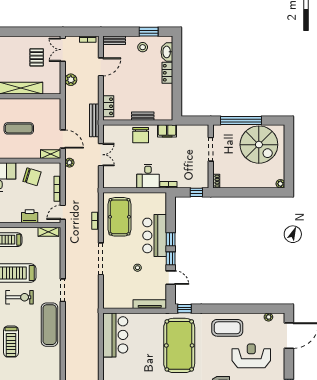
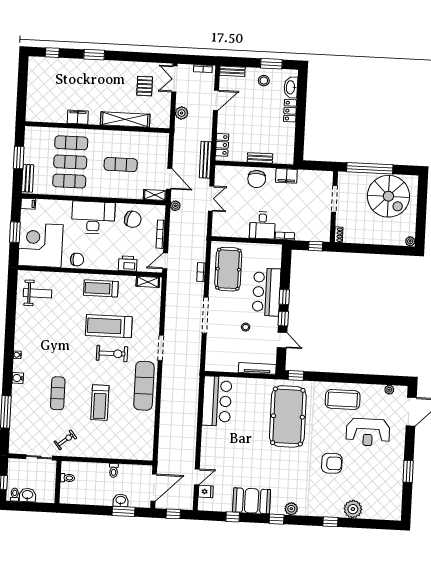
reception desk: (251, 356) -> (368, 432), turned 180

